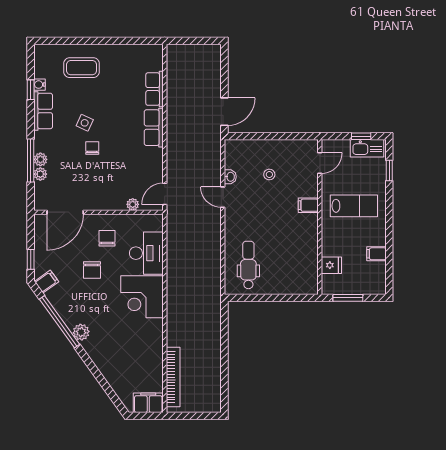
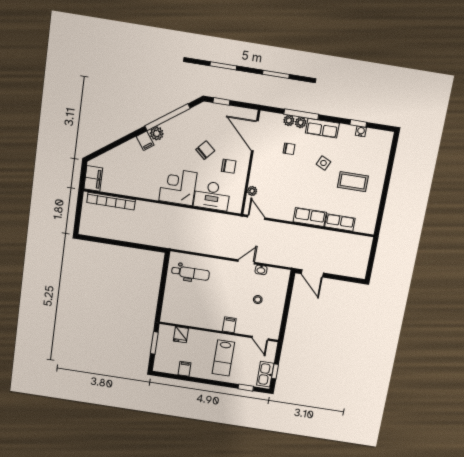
coffee table: (82, 68) -> (353, 182), moved, turned 90
row of seats: (43, 111) -> (322, 128), moved
chair: (92, 148) -> (289, 149), moved
chair: (92, 270) -> (205, 150), turned 131
filing cabinet: (47, 282) -> (145, 141), moved

